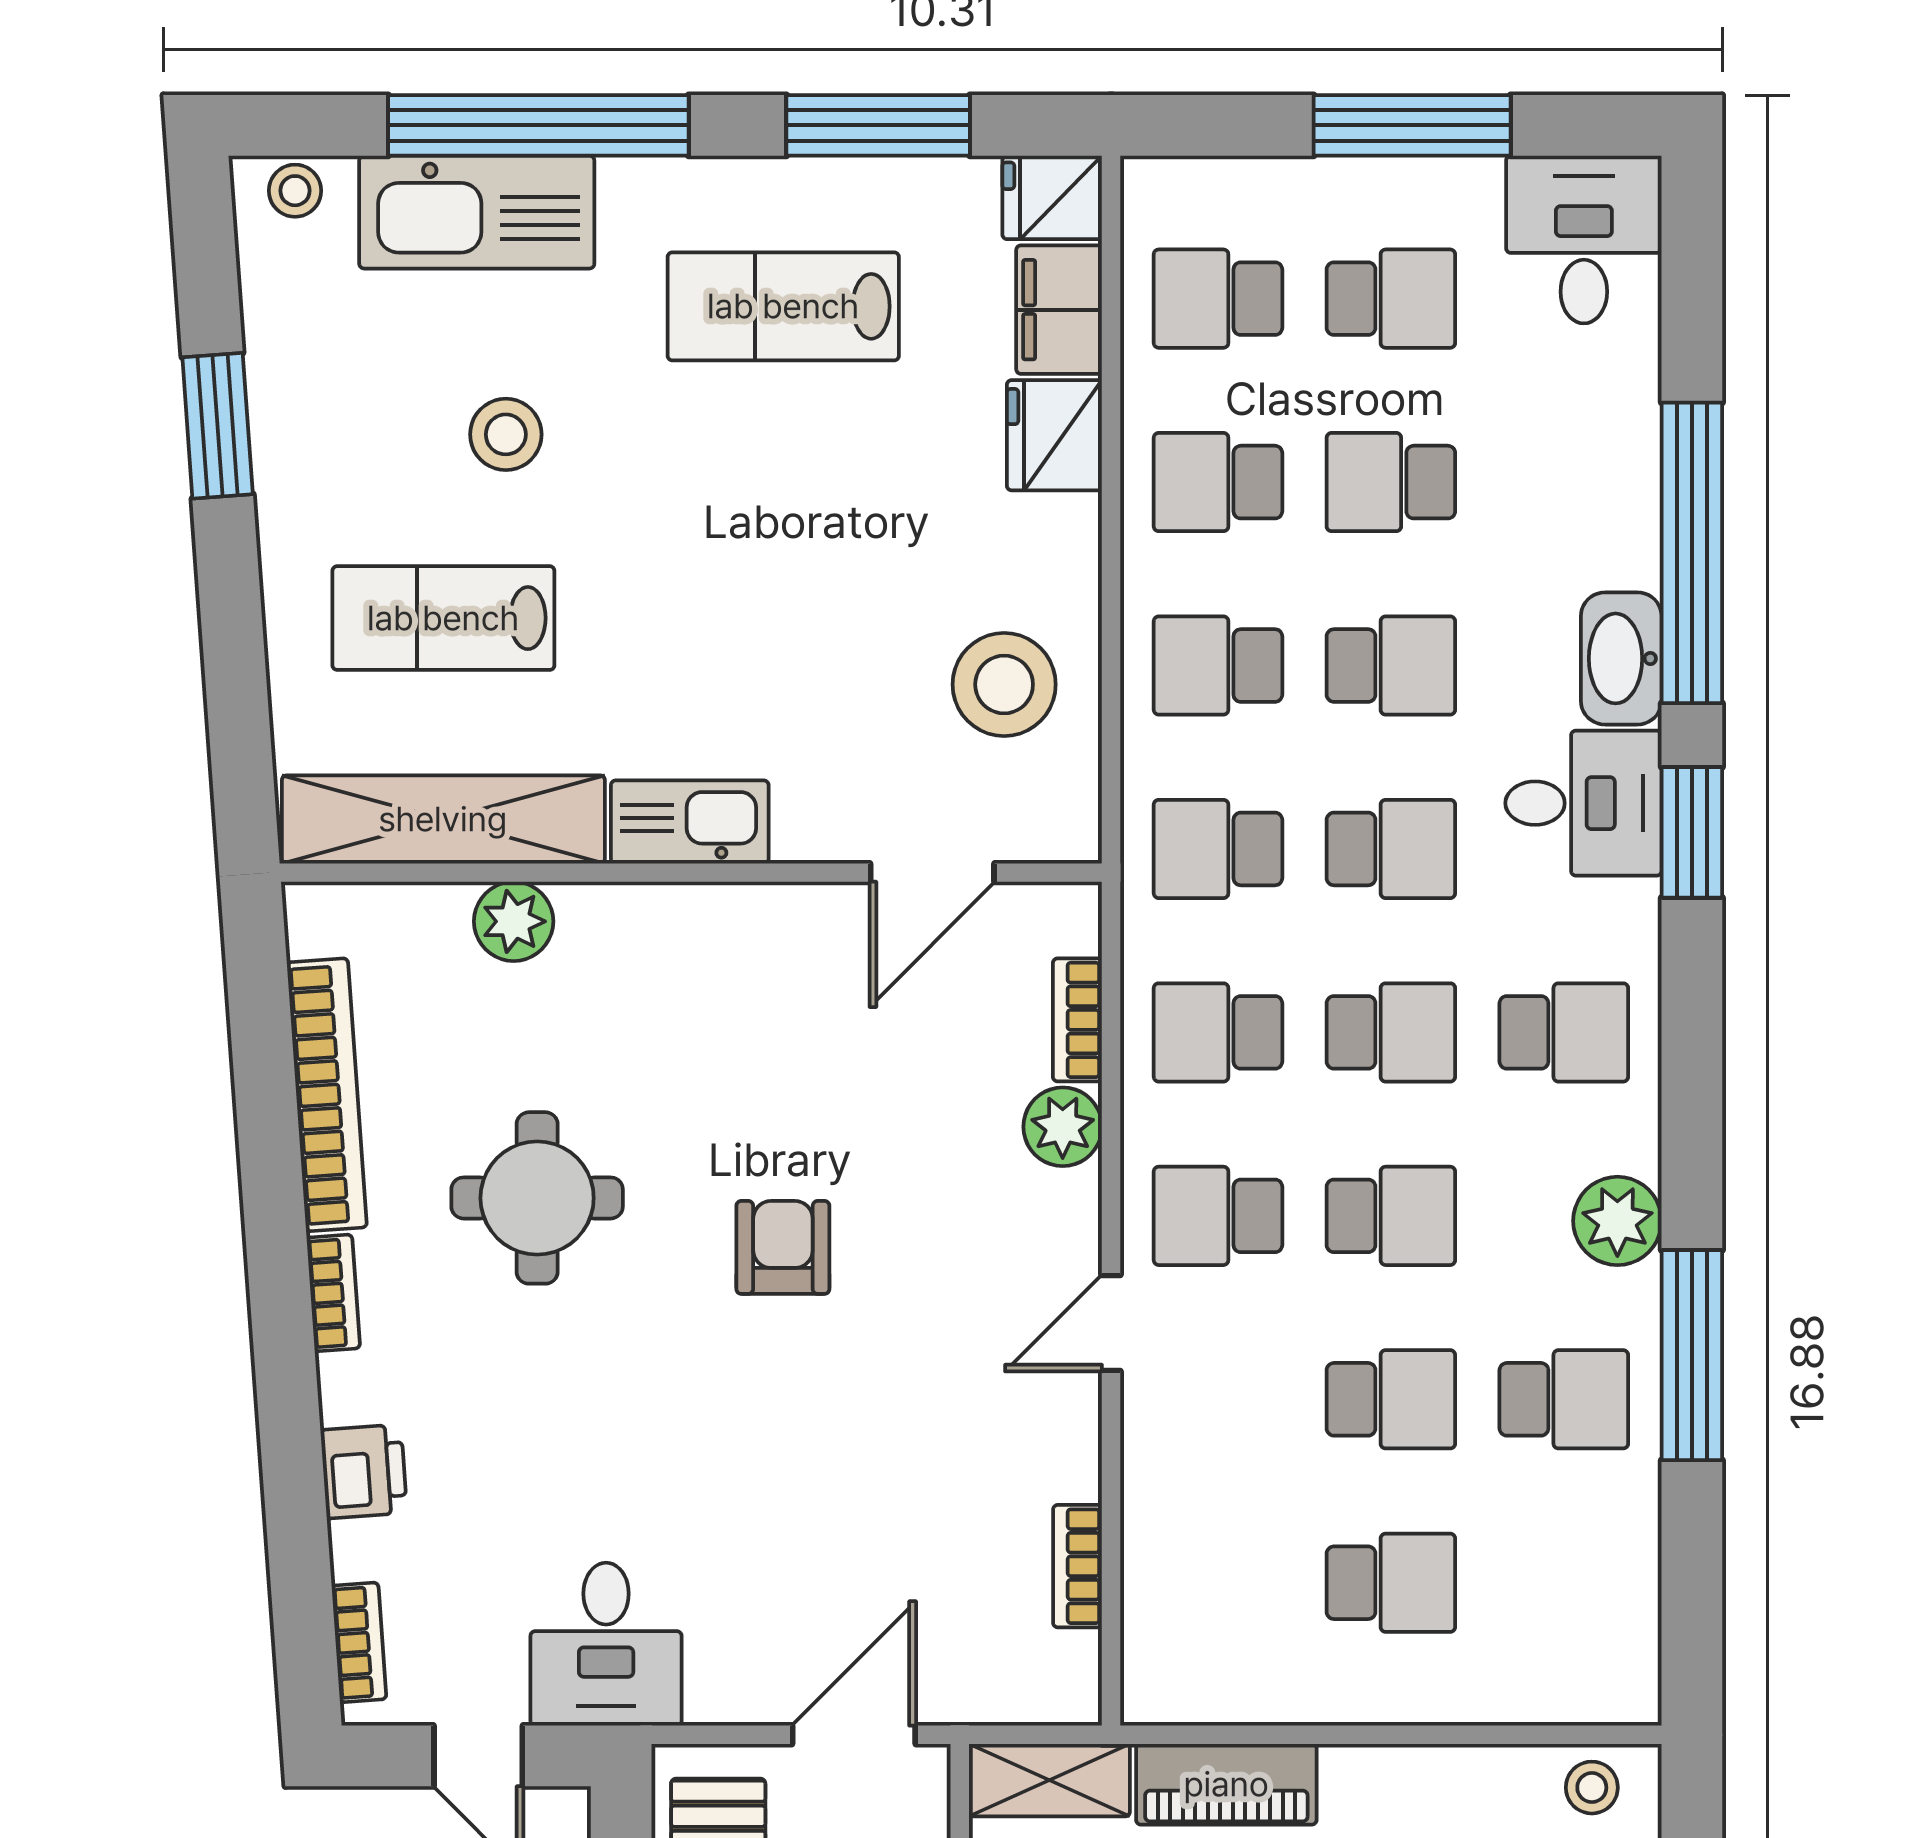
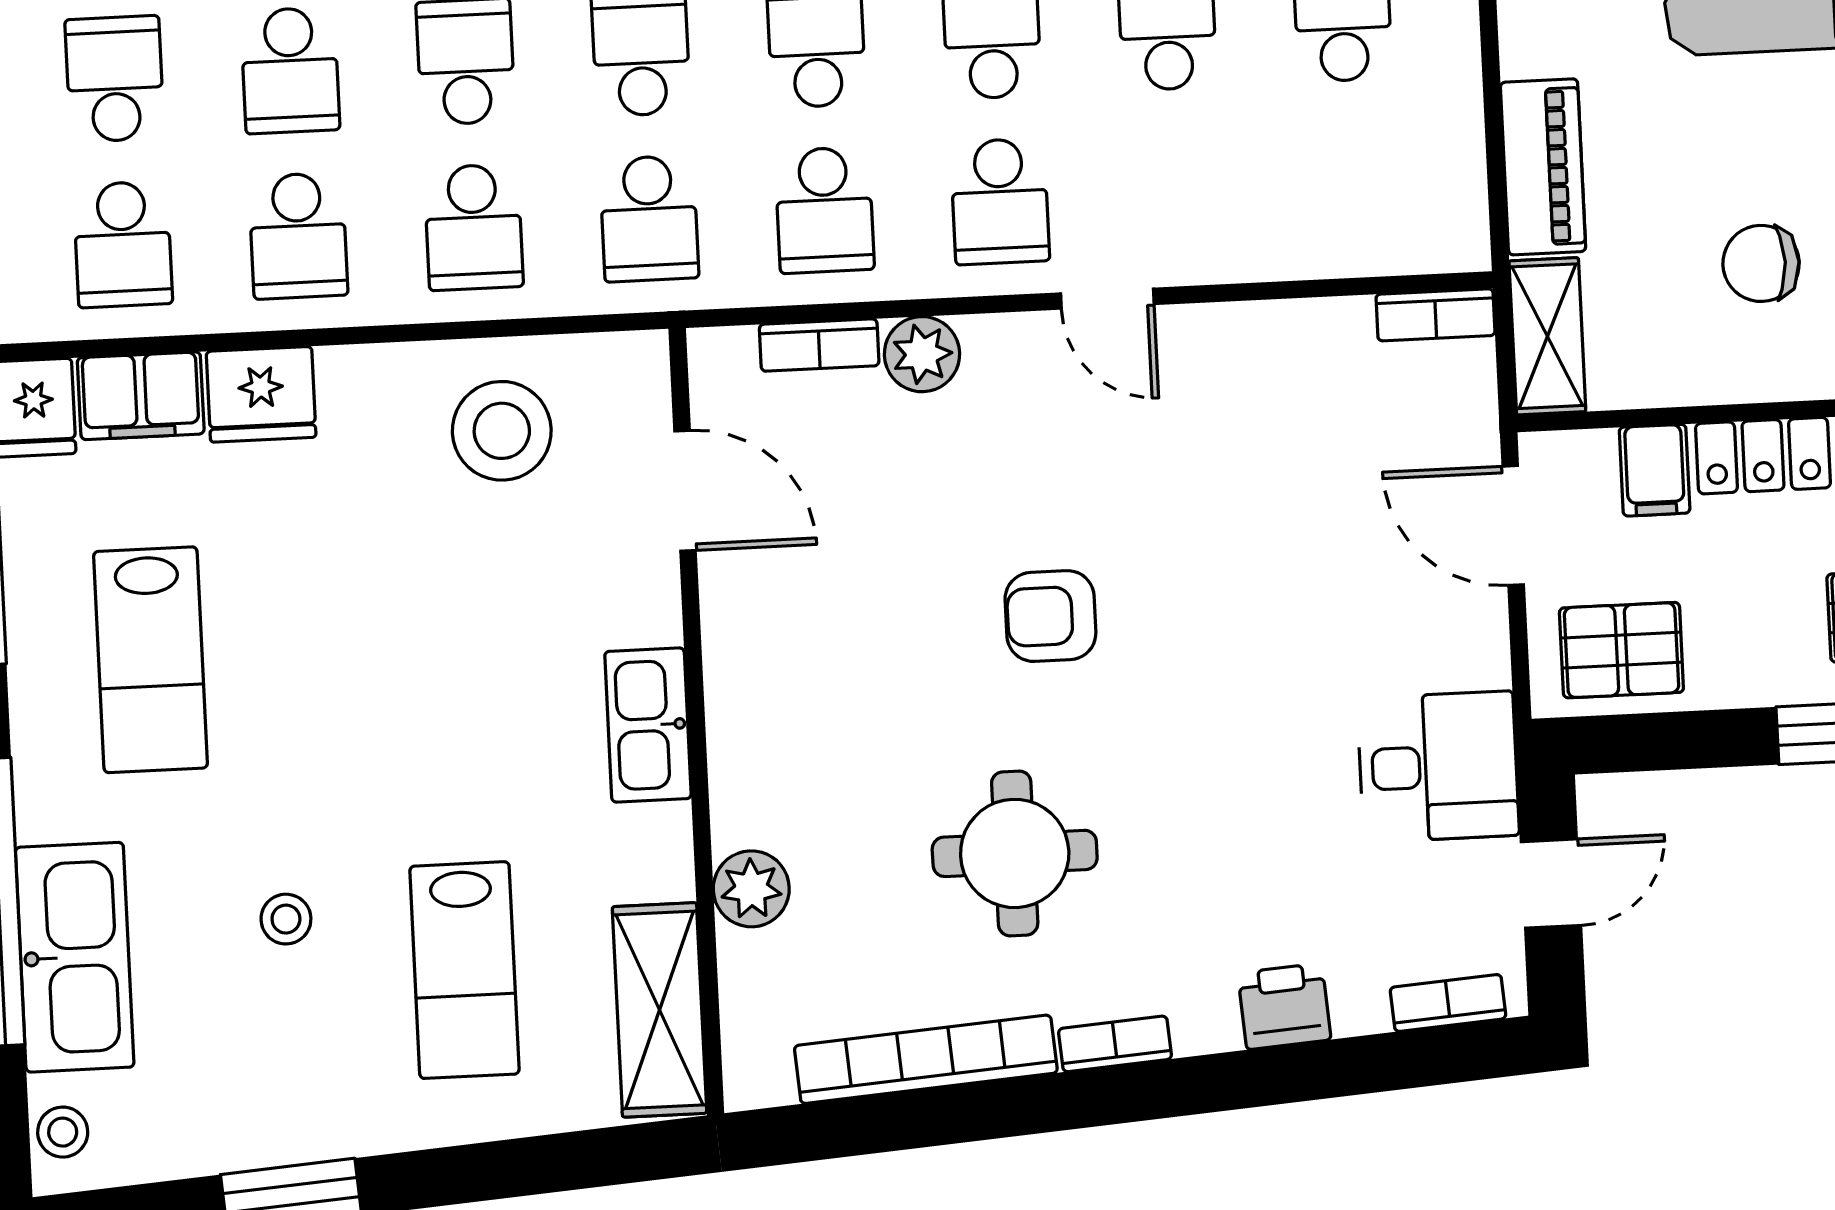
stool: (506, 434) -> (286, 919), width x0.73, depth x0.73
shelving: (443, 819) -> (660, 1010), width x0.68
bookcase: (1078, 1566) -> (1435, 315), moved

